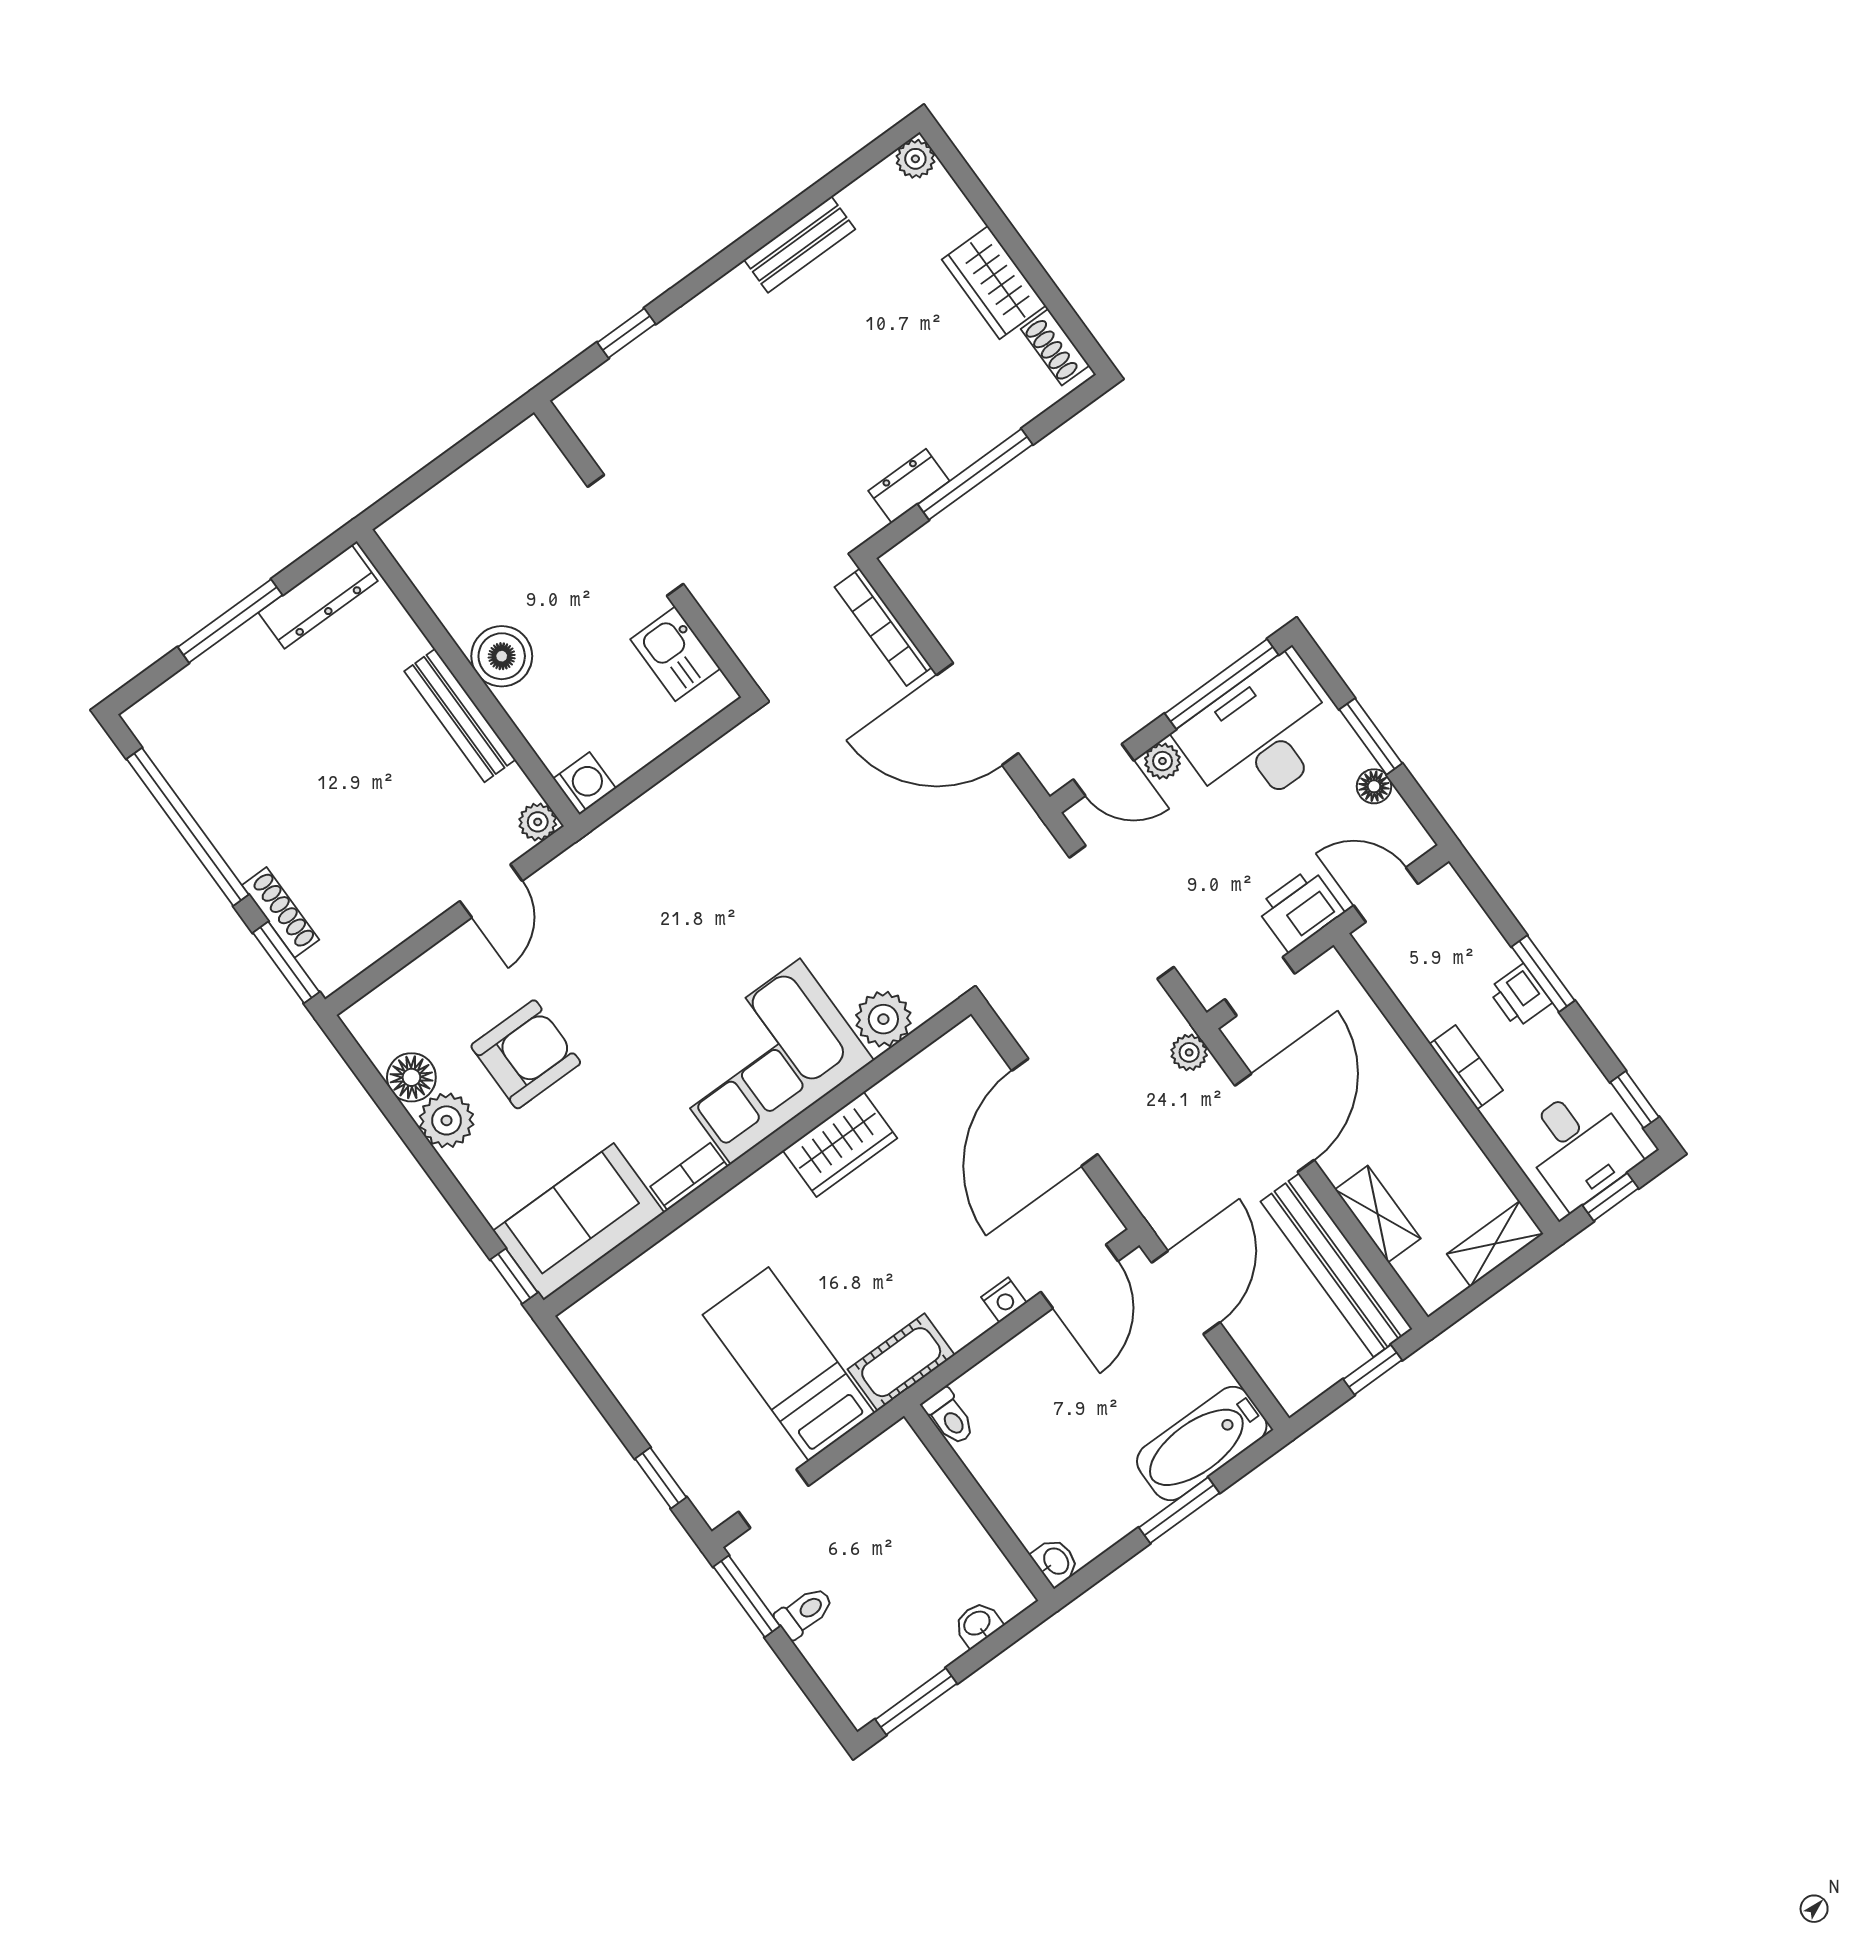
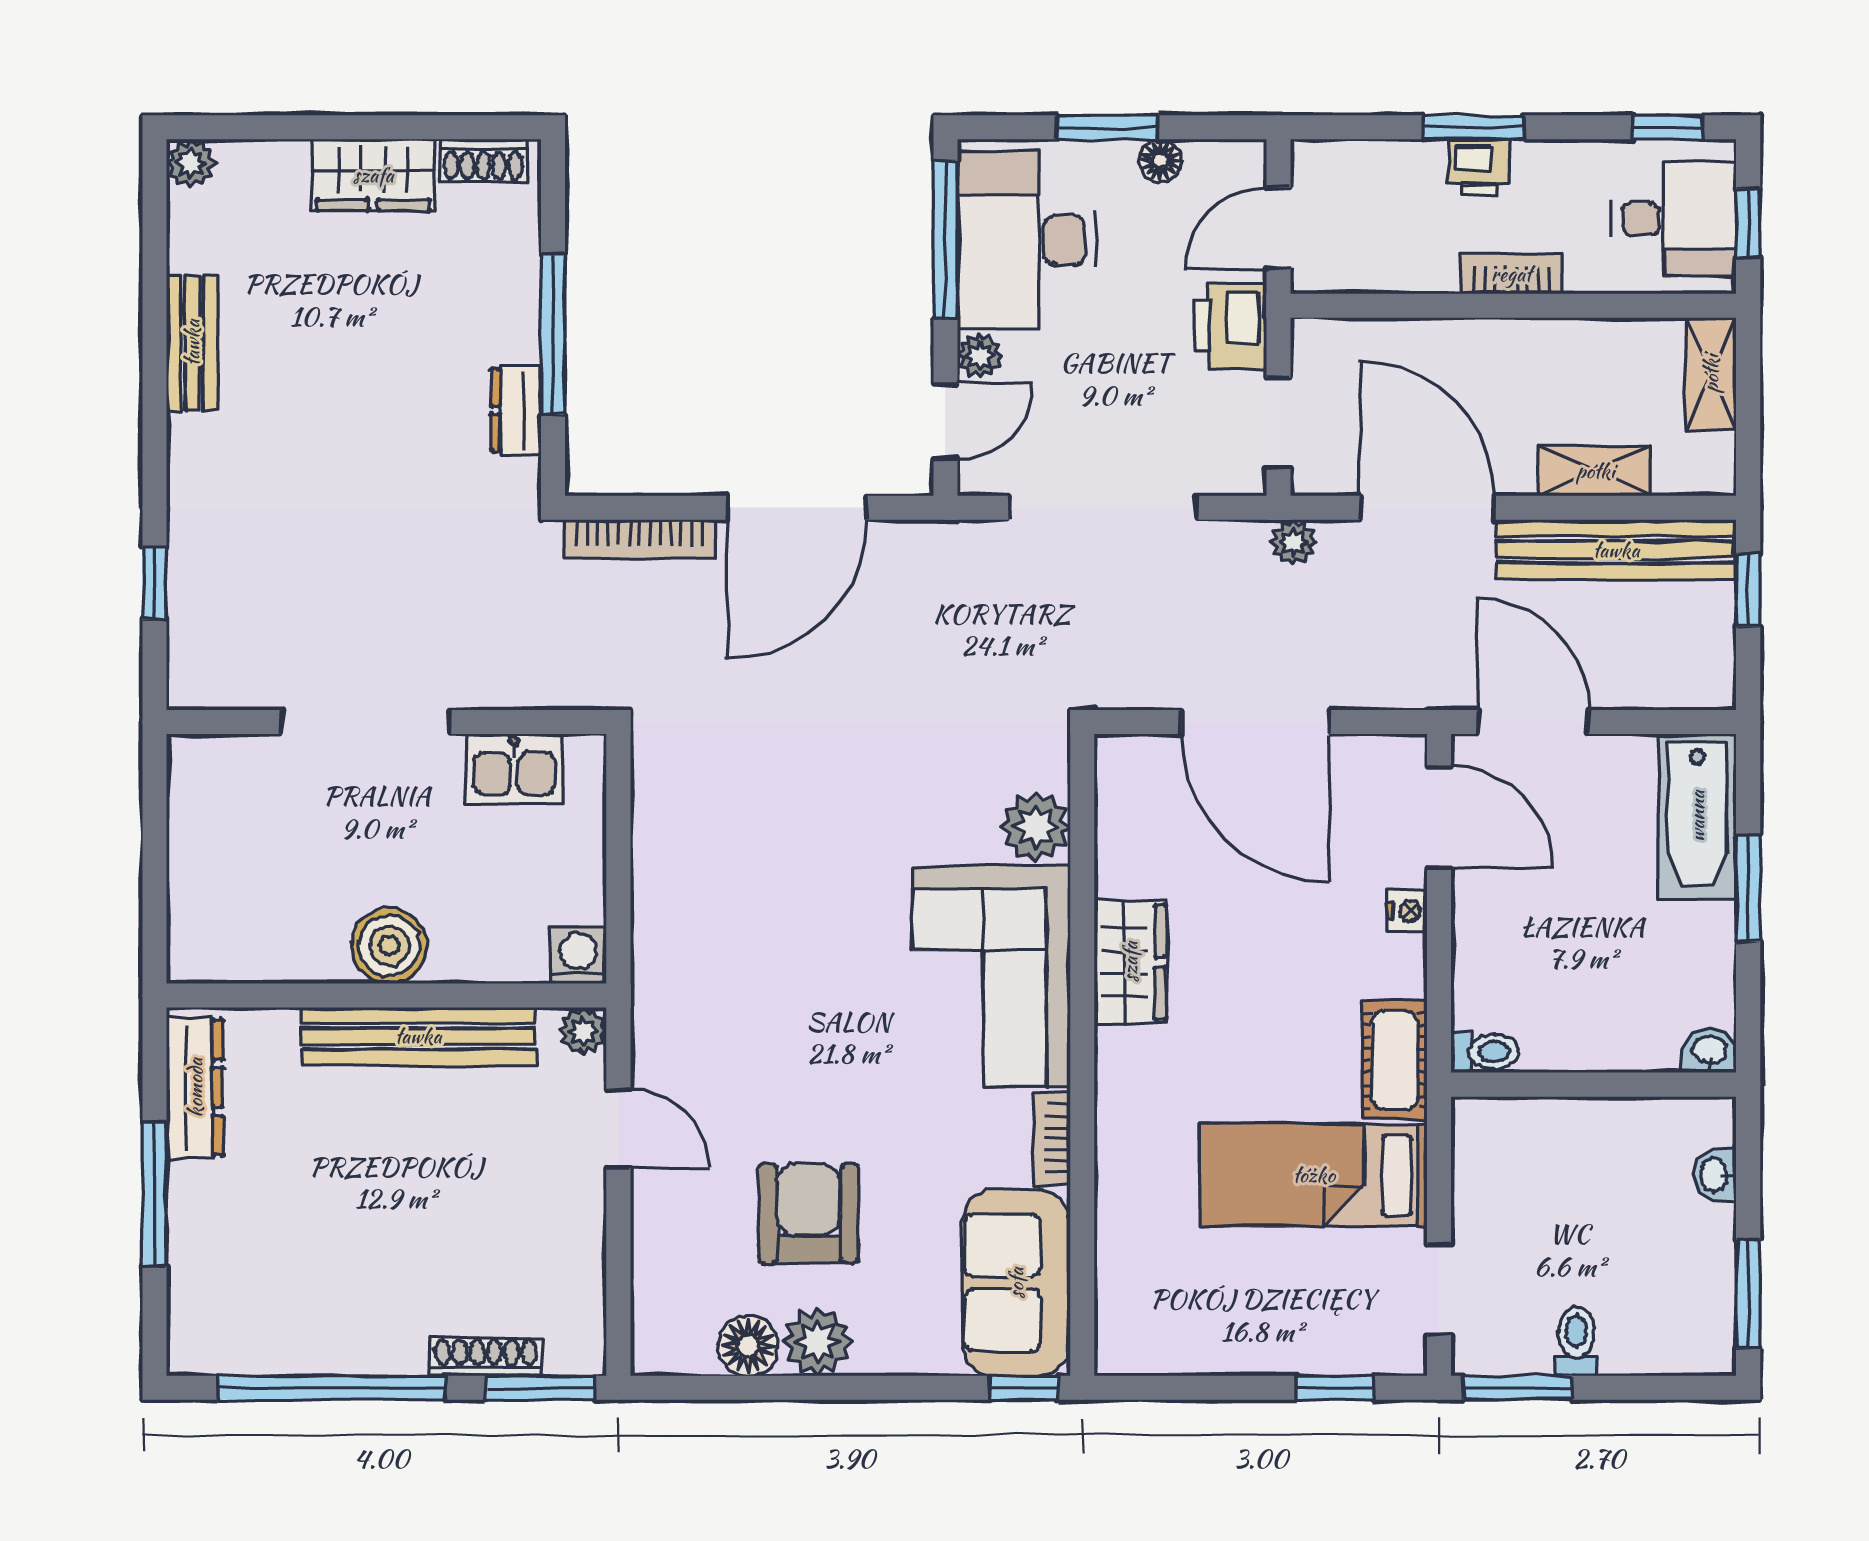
bench: (460, 715) -> (418, 1036), width x1.37, depth x1.21

